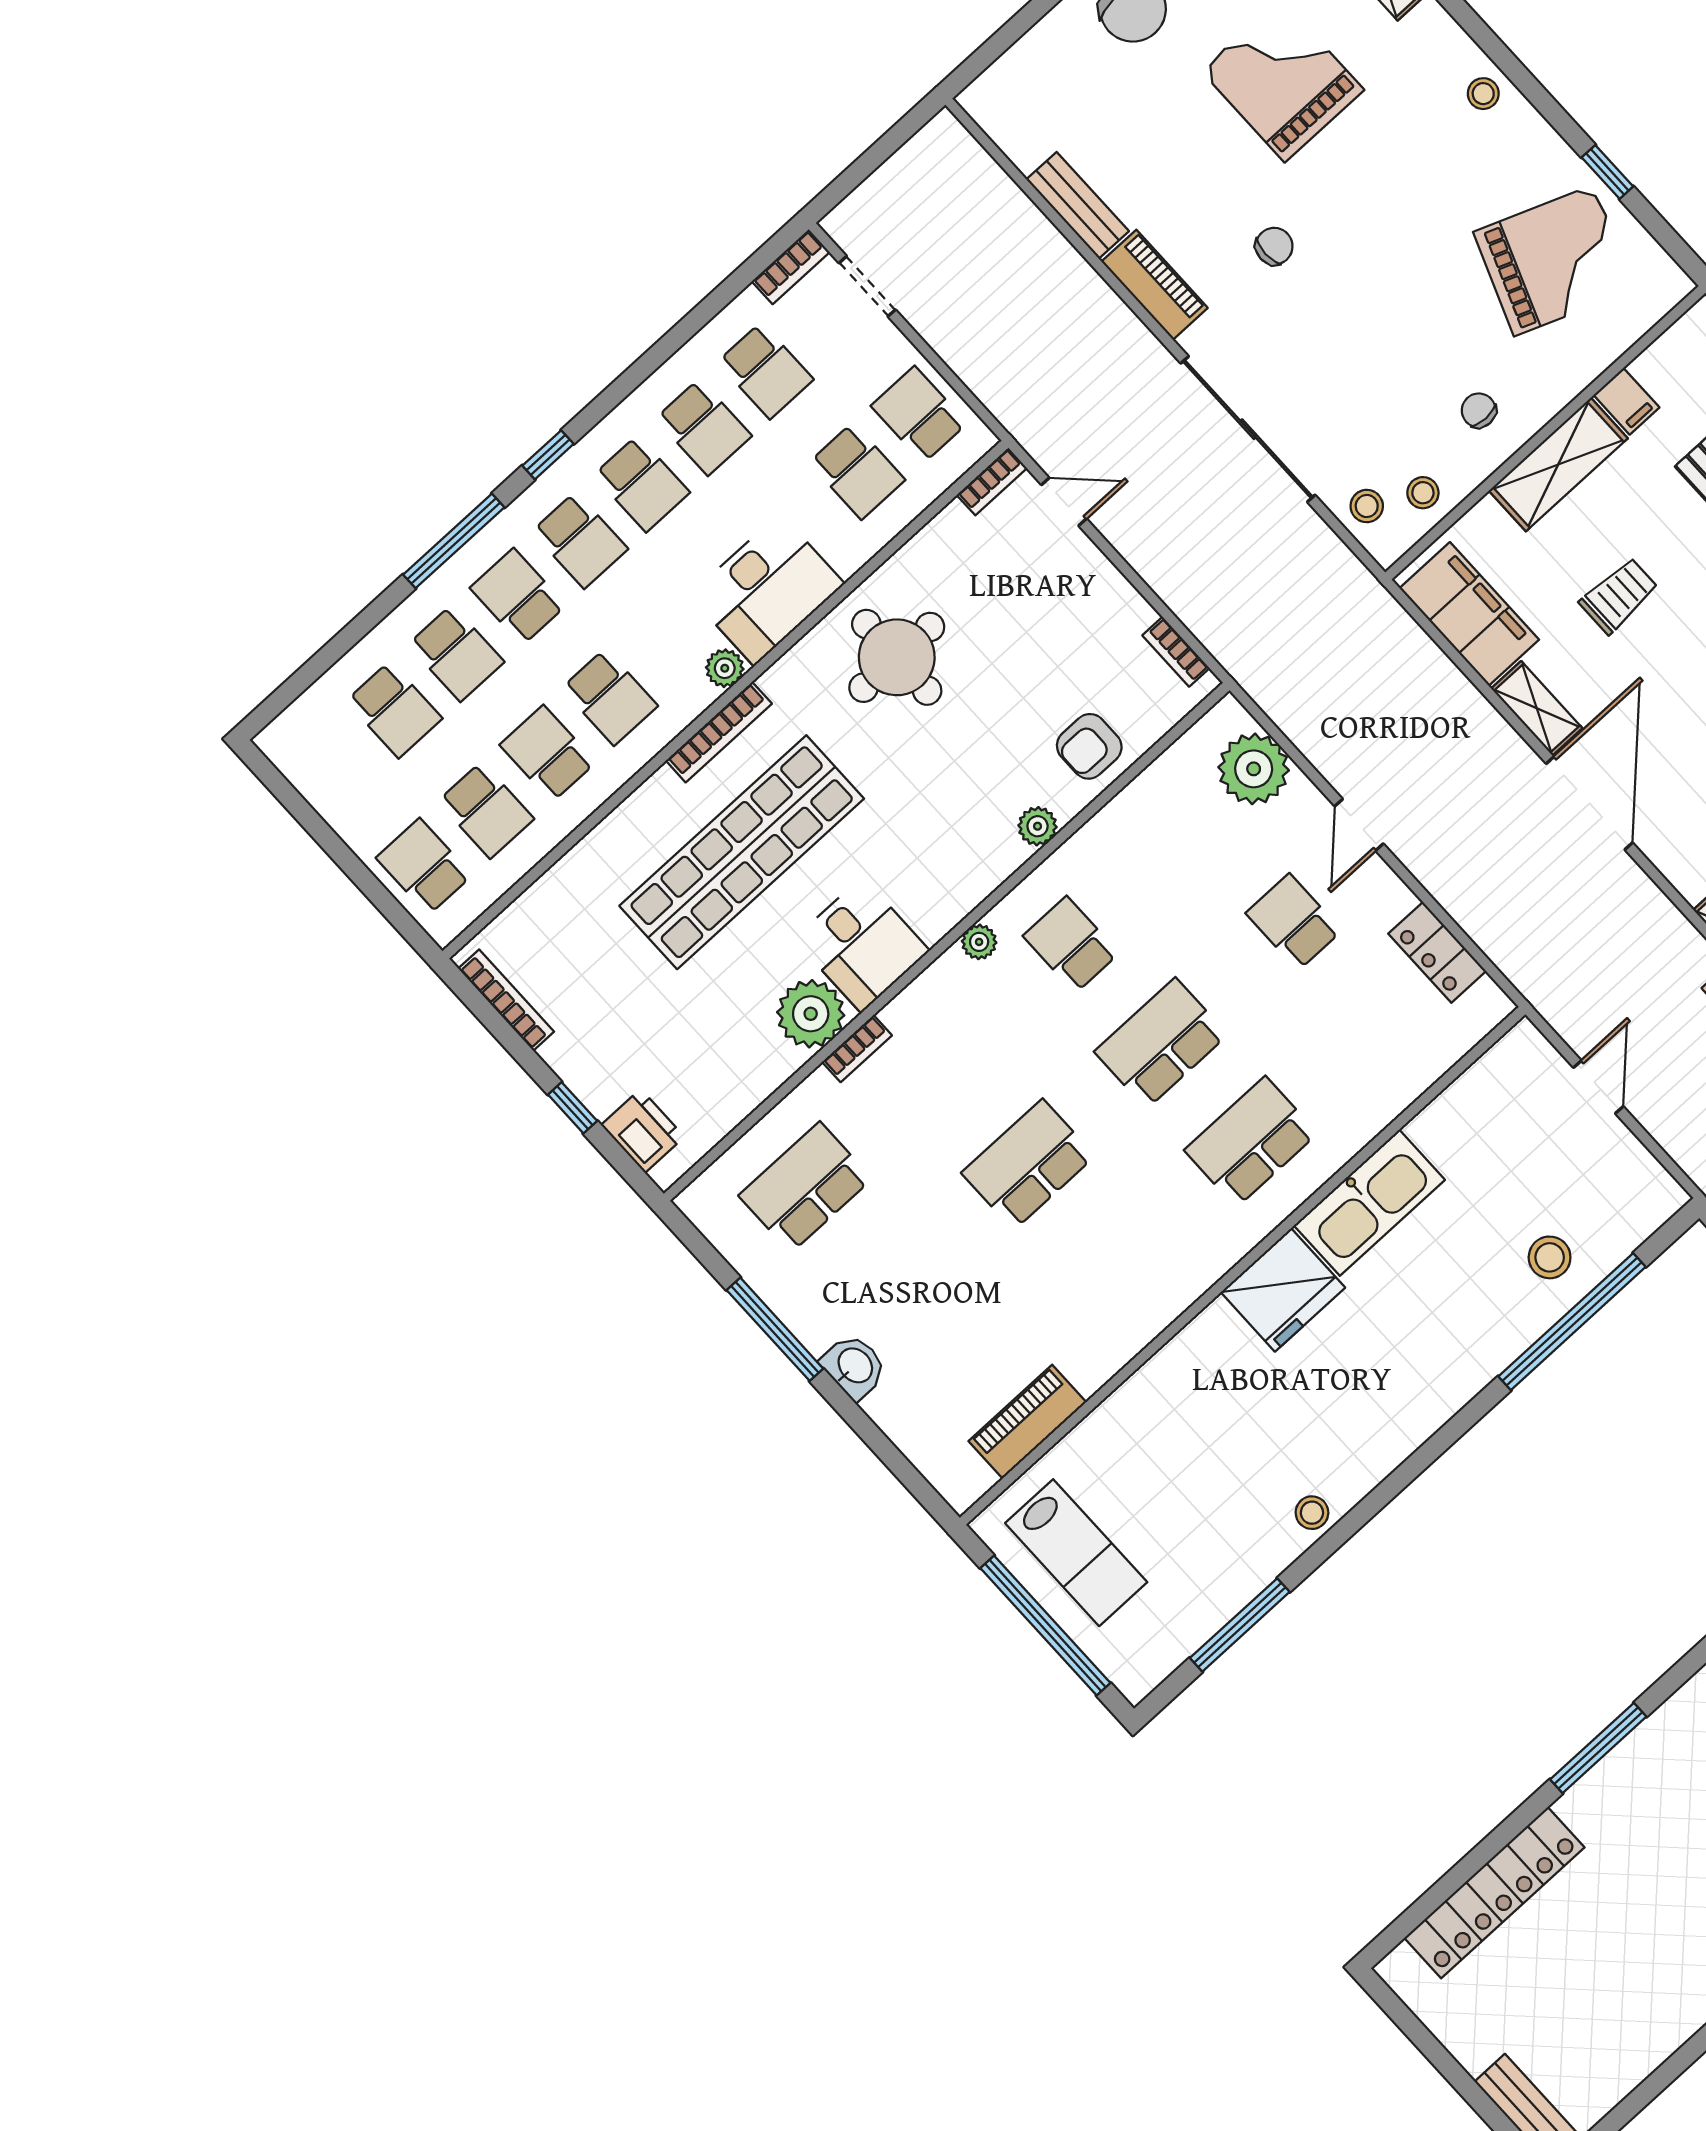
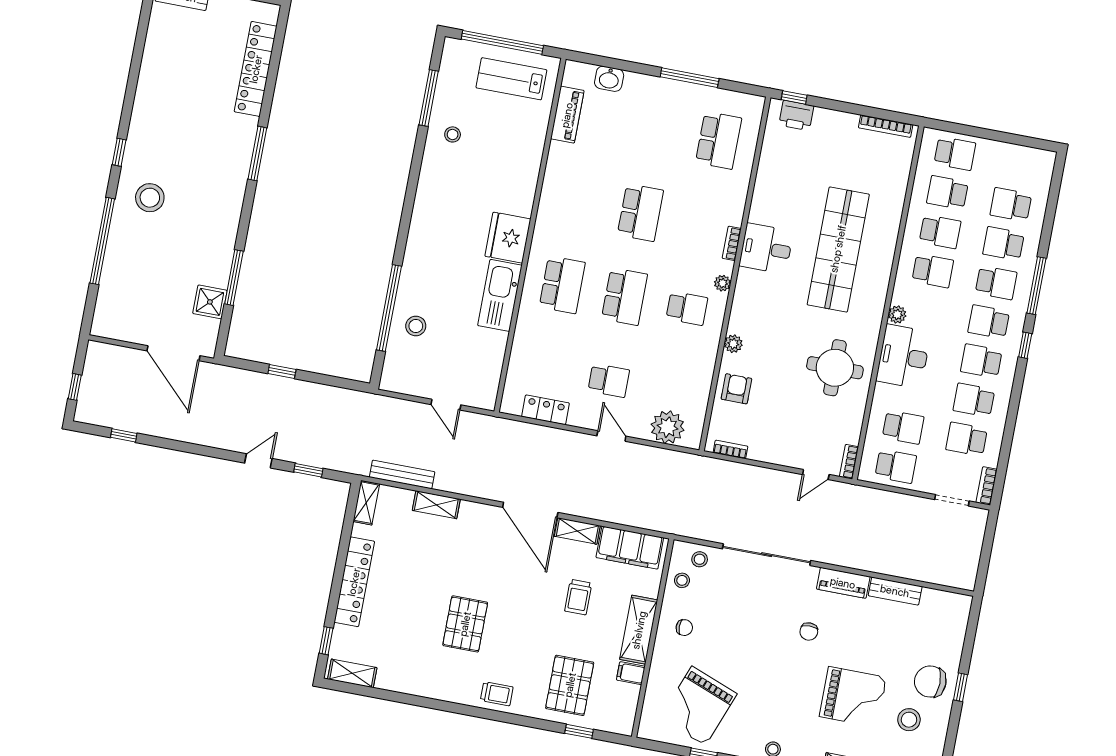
school desk: (857, 471) -> (903, 427), turned 180
school desk: (610, 697) -> (933, 271), turned 180
bookcase: (719, 732) -> (881, 289), removed
plant: (811, 1014) -> (766, 208), removed
bookcase: (857, 1049) -> (732, 243), moved
window: (573, 1108) -> (794, 97), moved
washbasin: (854, 1366) -> (609, 79), moved
stool: (1312, 1513) -> (453, 134), moved

